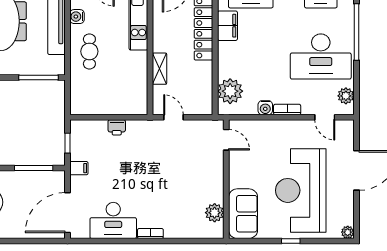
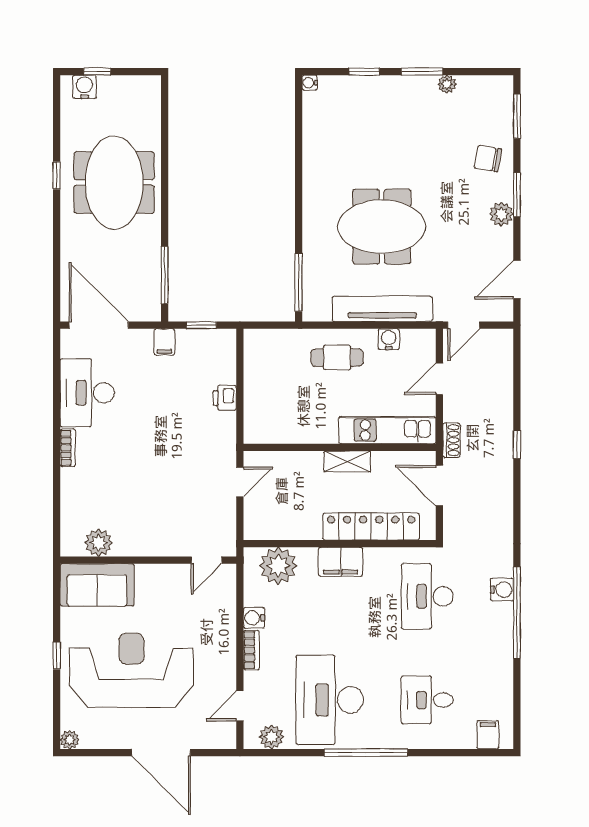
filing cabinet: (227, 26) -> (341, 562), moved
shelving: (160, 69) -> (347, 461), moved

